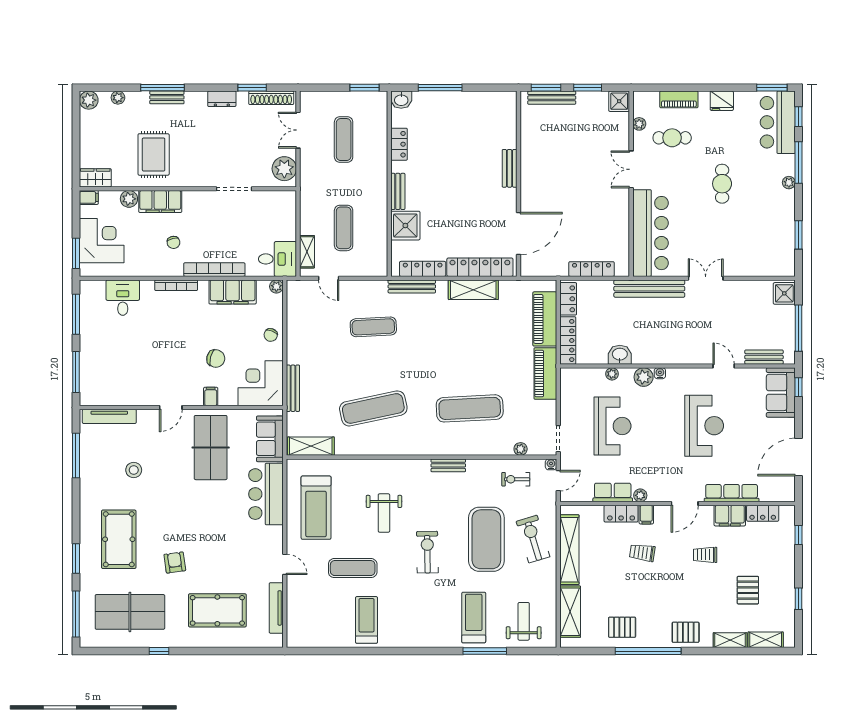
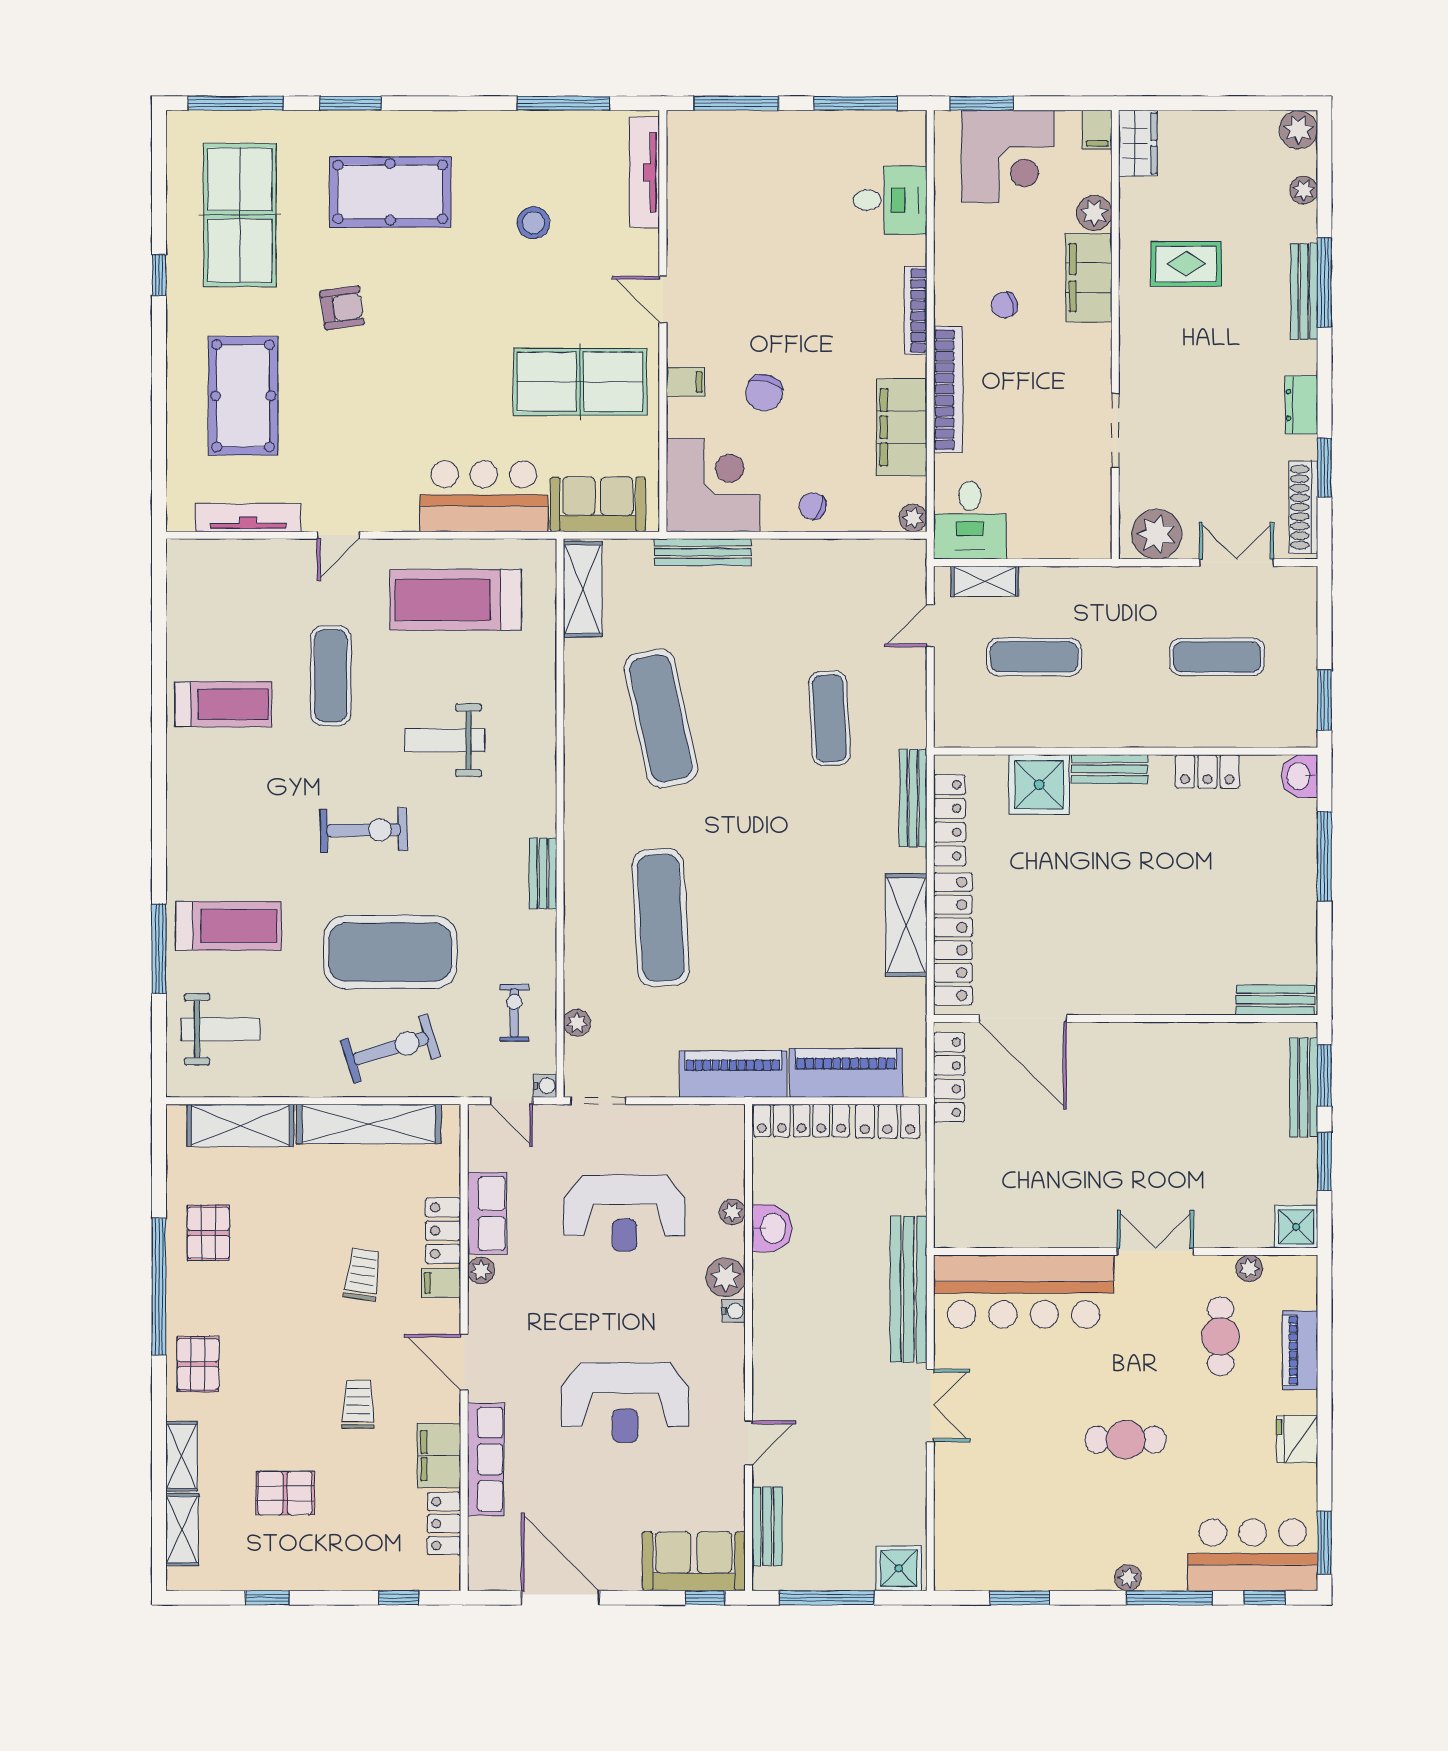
bench: (167, 97) -> (1304, 291), width x1.36
rug: (154, 154) -> (1186, 264), width x0.73, depth x0.70
bench: (510, 168) -> (1275, 1000), moved
locker: (591, 269) -> (949, 1077), moved

